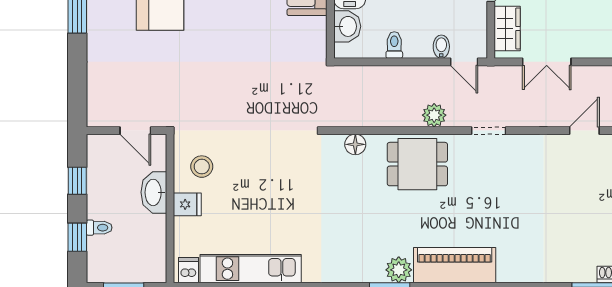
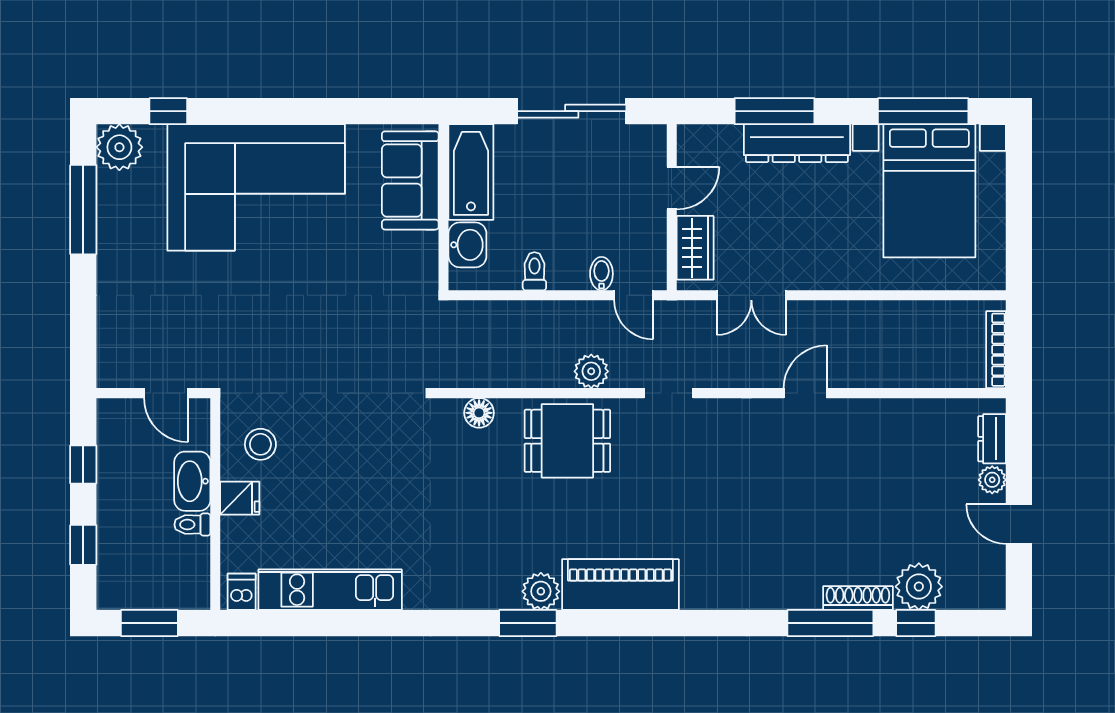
toilet: (99, 228) -> (192, 525), moved, turned 180

